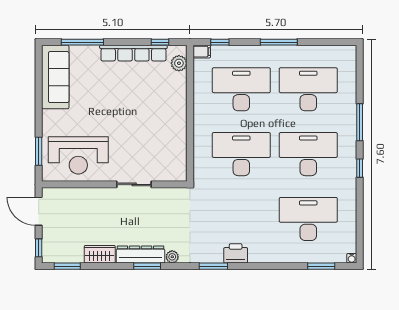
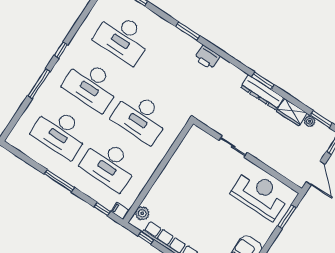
printer: (236, 253) -> (207, 57), moved
plant: (172, 257) -> (310, 121), moved
window: (213, 266) -> (188, 31), moved

